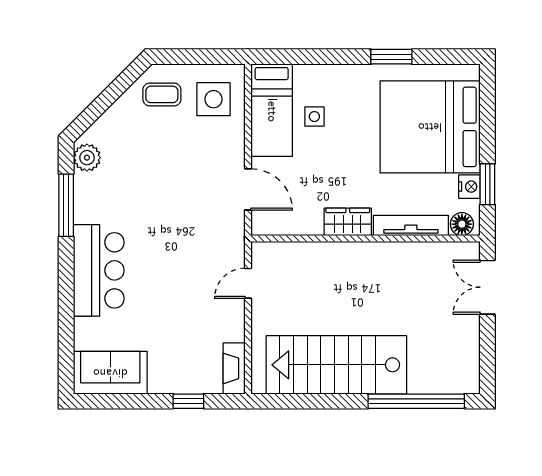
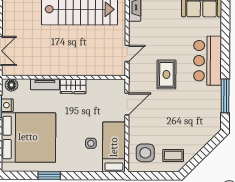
plant: (87, 158) -> (214, 122), removed
door: (248, 189) -> (127, 104), swing flipped
tv unit: (411, 226) -> (45, 84), width x0.71
rug: (175, 245) -> (166, 74), added

